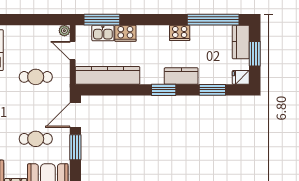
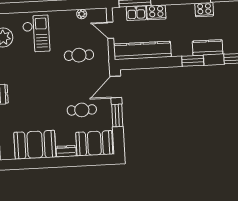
plant: (64, 31) -> (82, 14), moved

